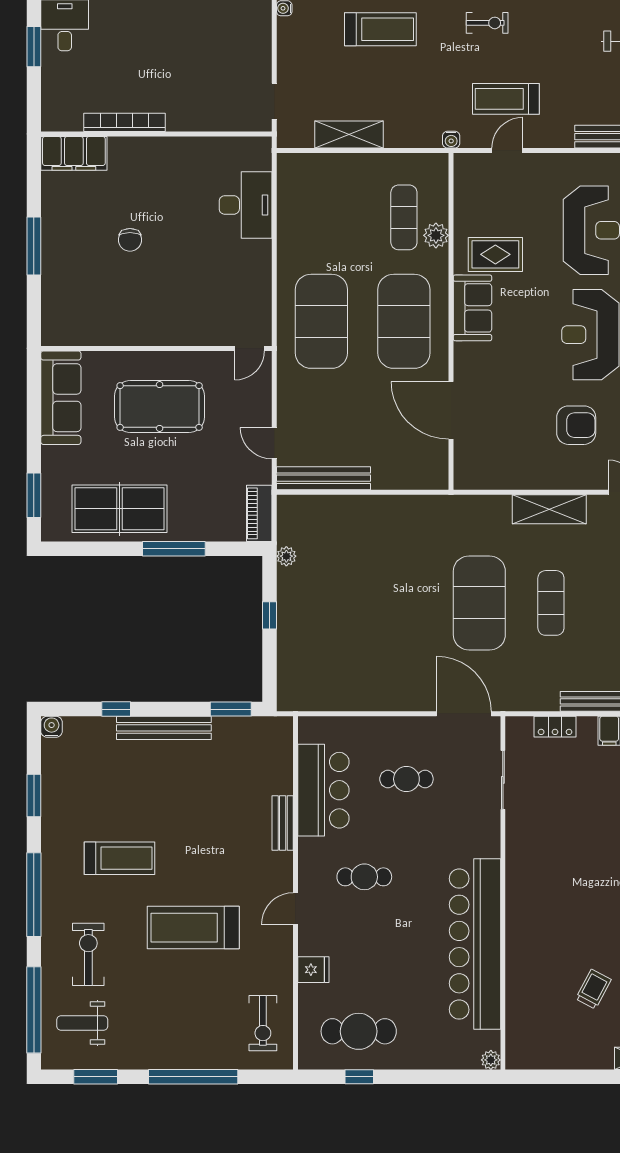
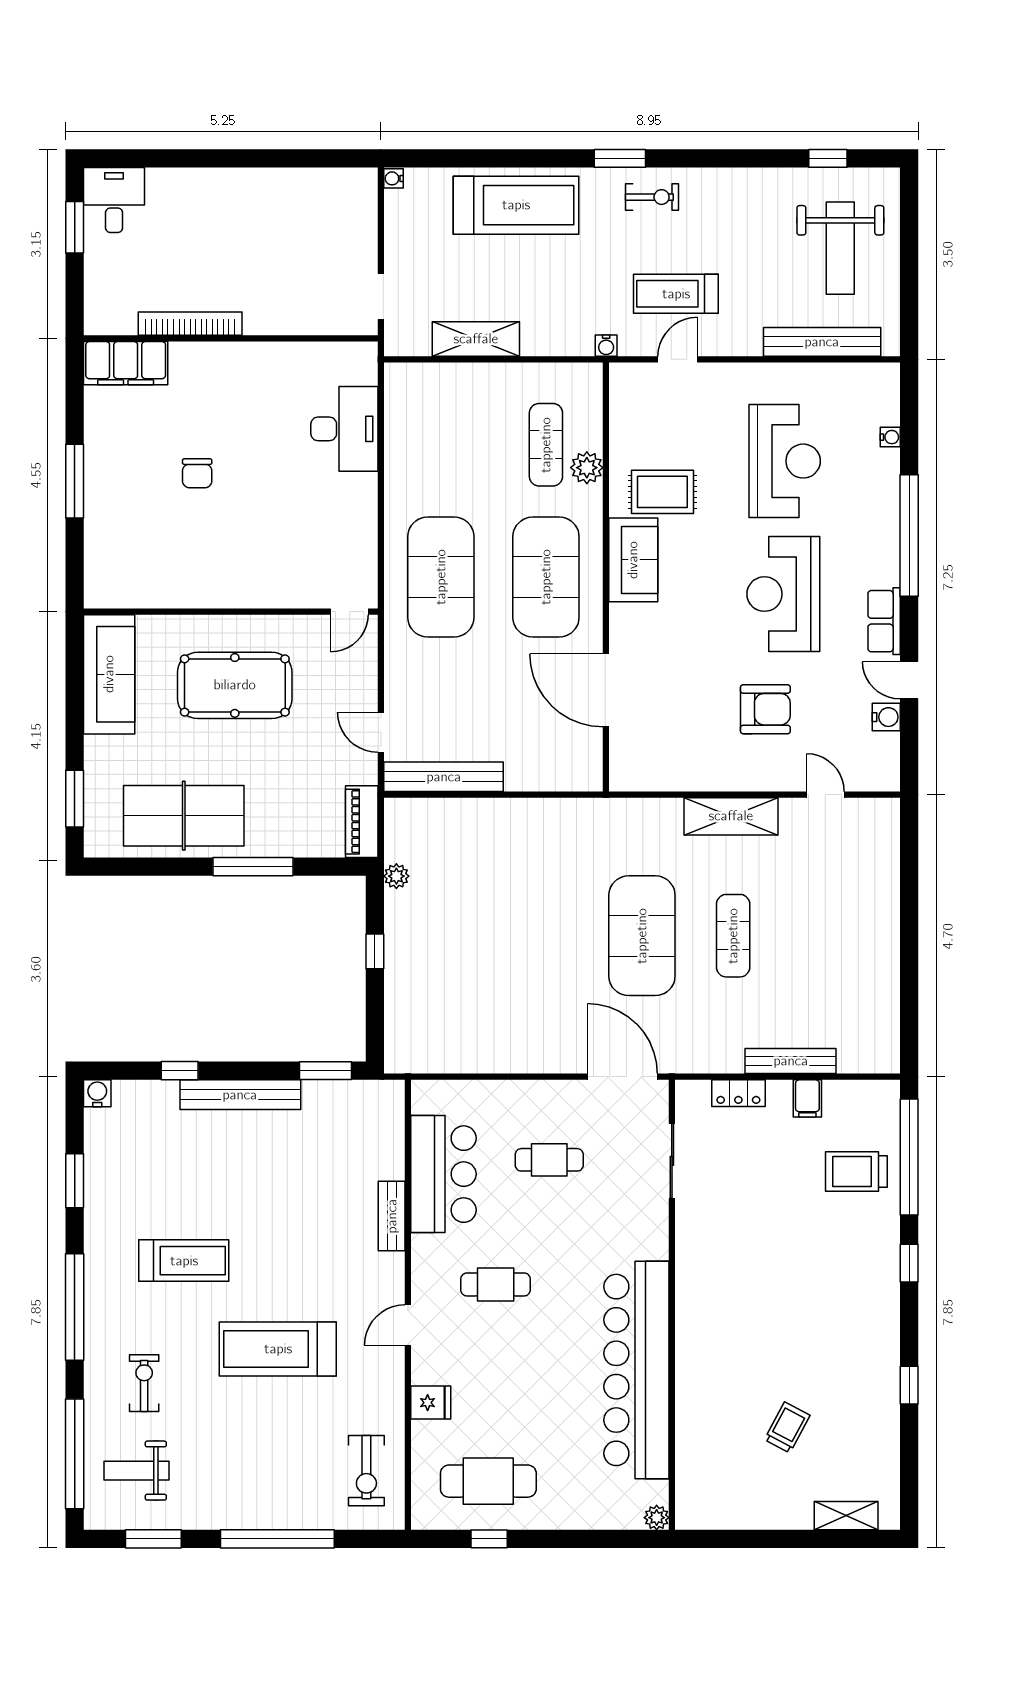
treadmill: (380, 29) -> (516, 205), width x1.37, depth x1.37
exercise bike: (88, 954) -> (144, 1383), width x0.73, depth x0.72

